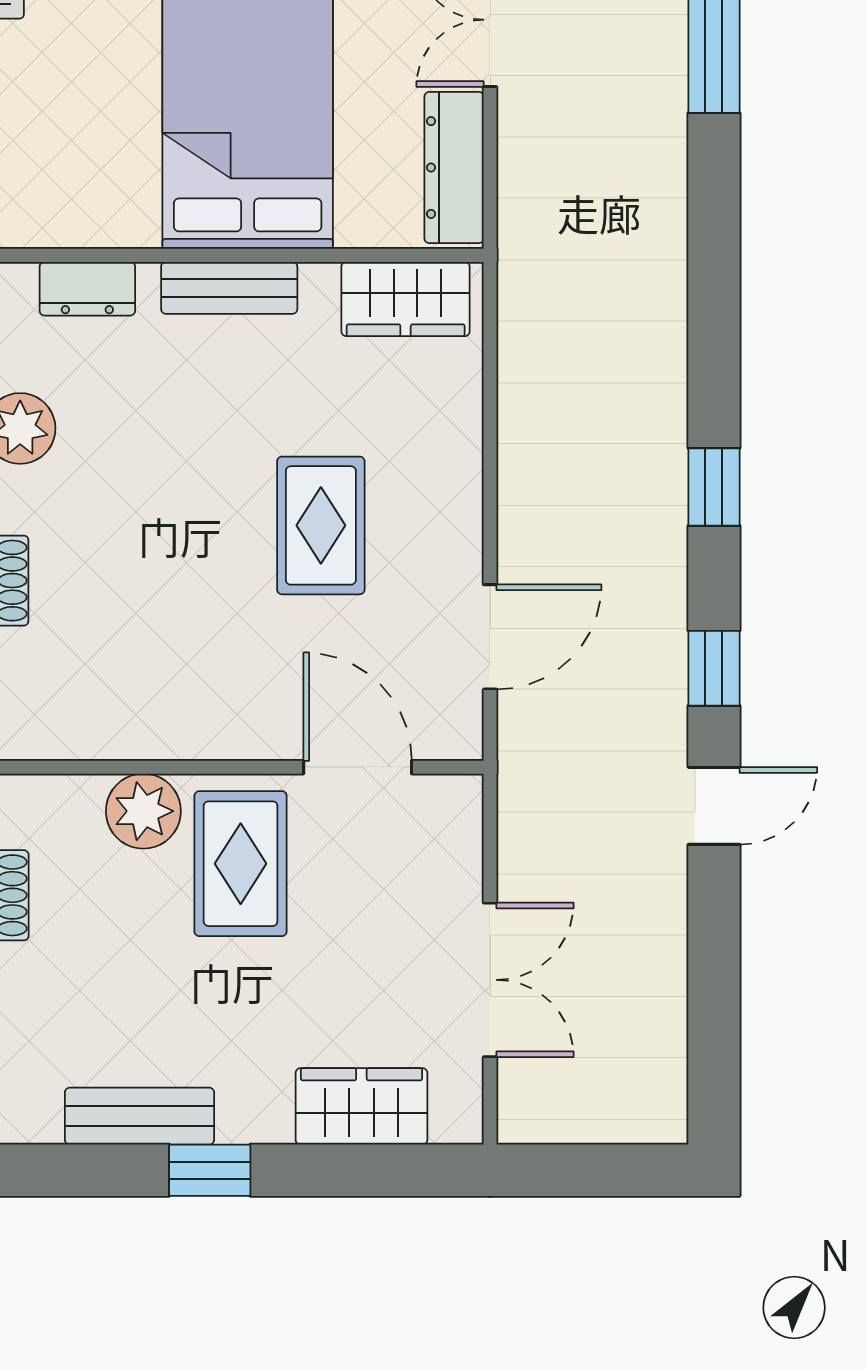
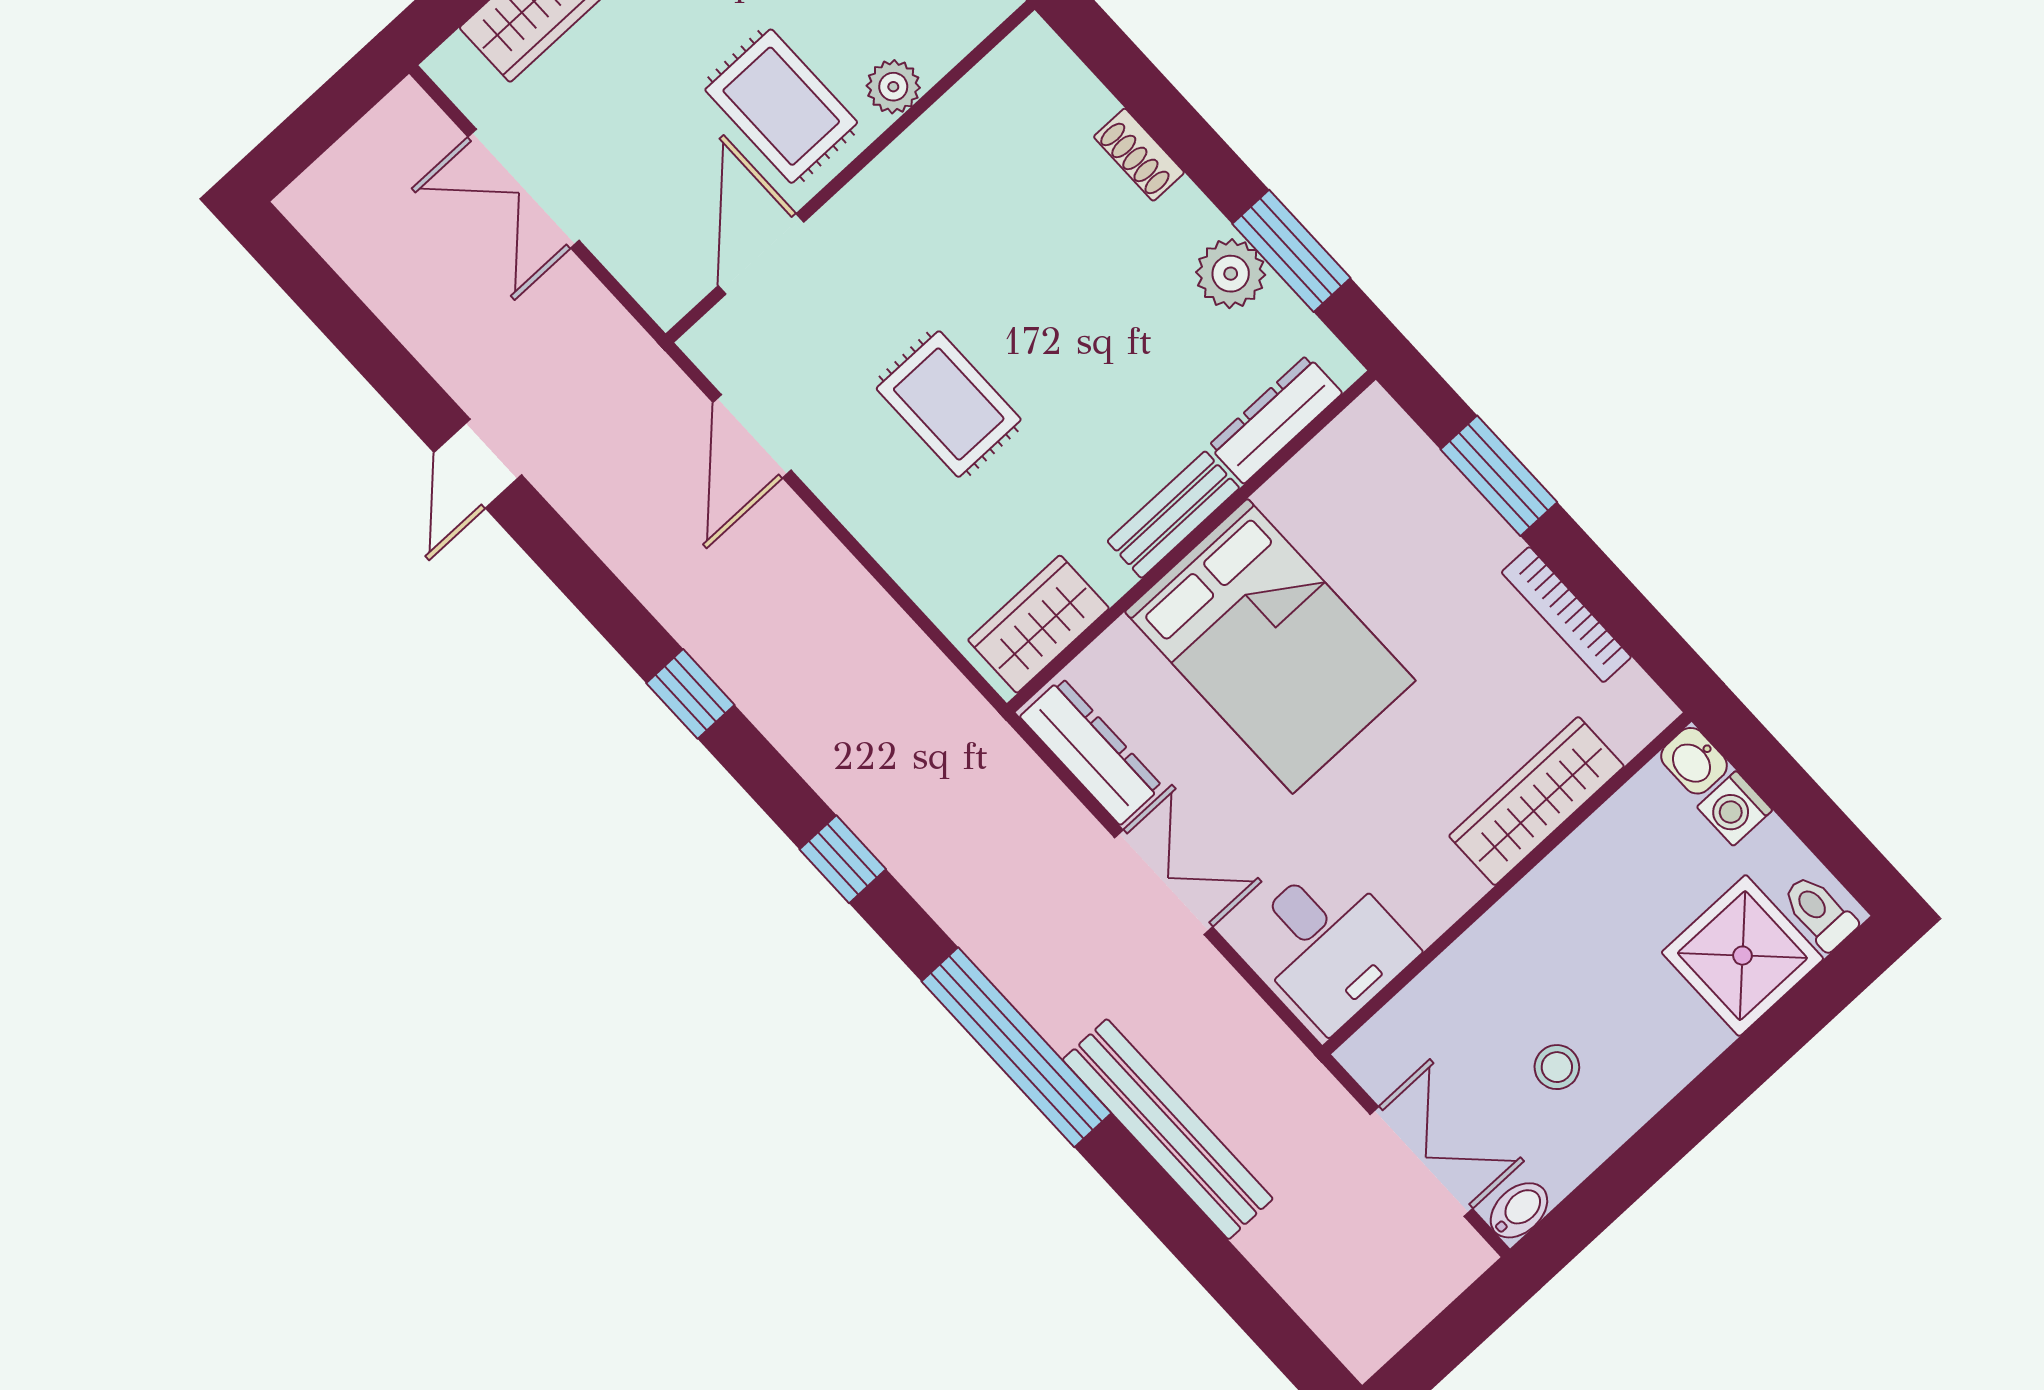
dresser: (87, 289) -> (1275, 419), width x1.44
window: (714, 668) -> (843, 859), moved
door: (358, 767) -> (761, 254), swing flipped
plant: (143, 811) -> (893, 87), width x0.73, depth x0.73

